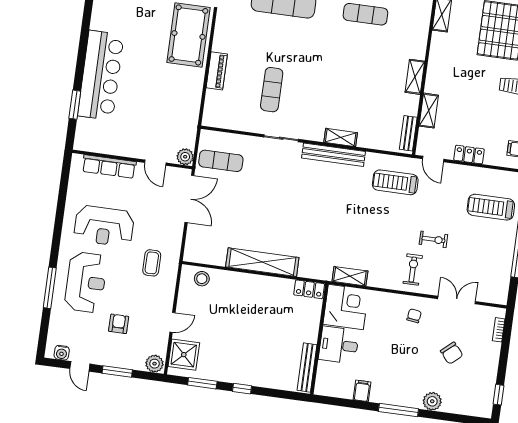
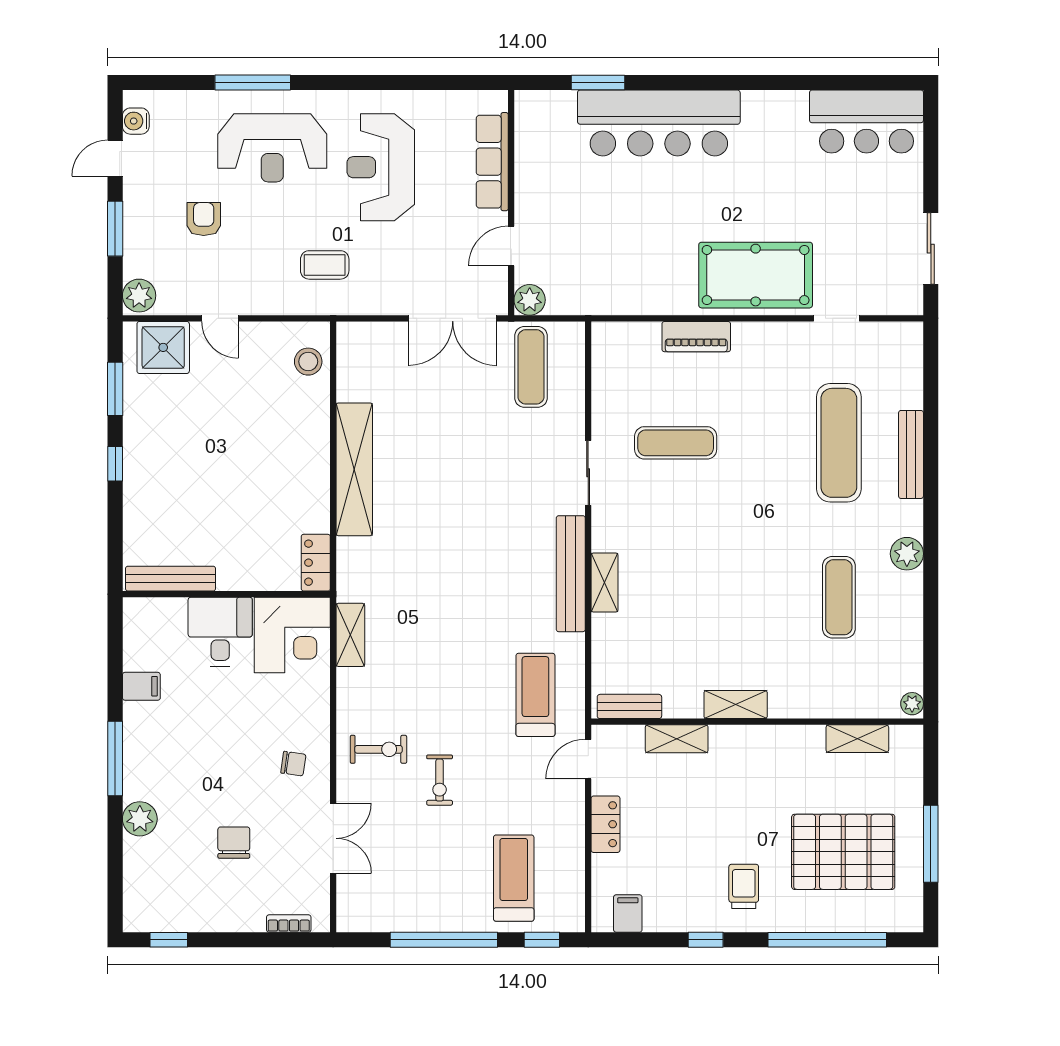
armchair: (119, 324) -> (204, 219), turned -90
chair: (452, 353) -> (234, 843), turned 131

